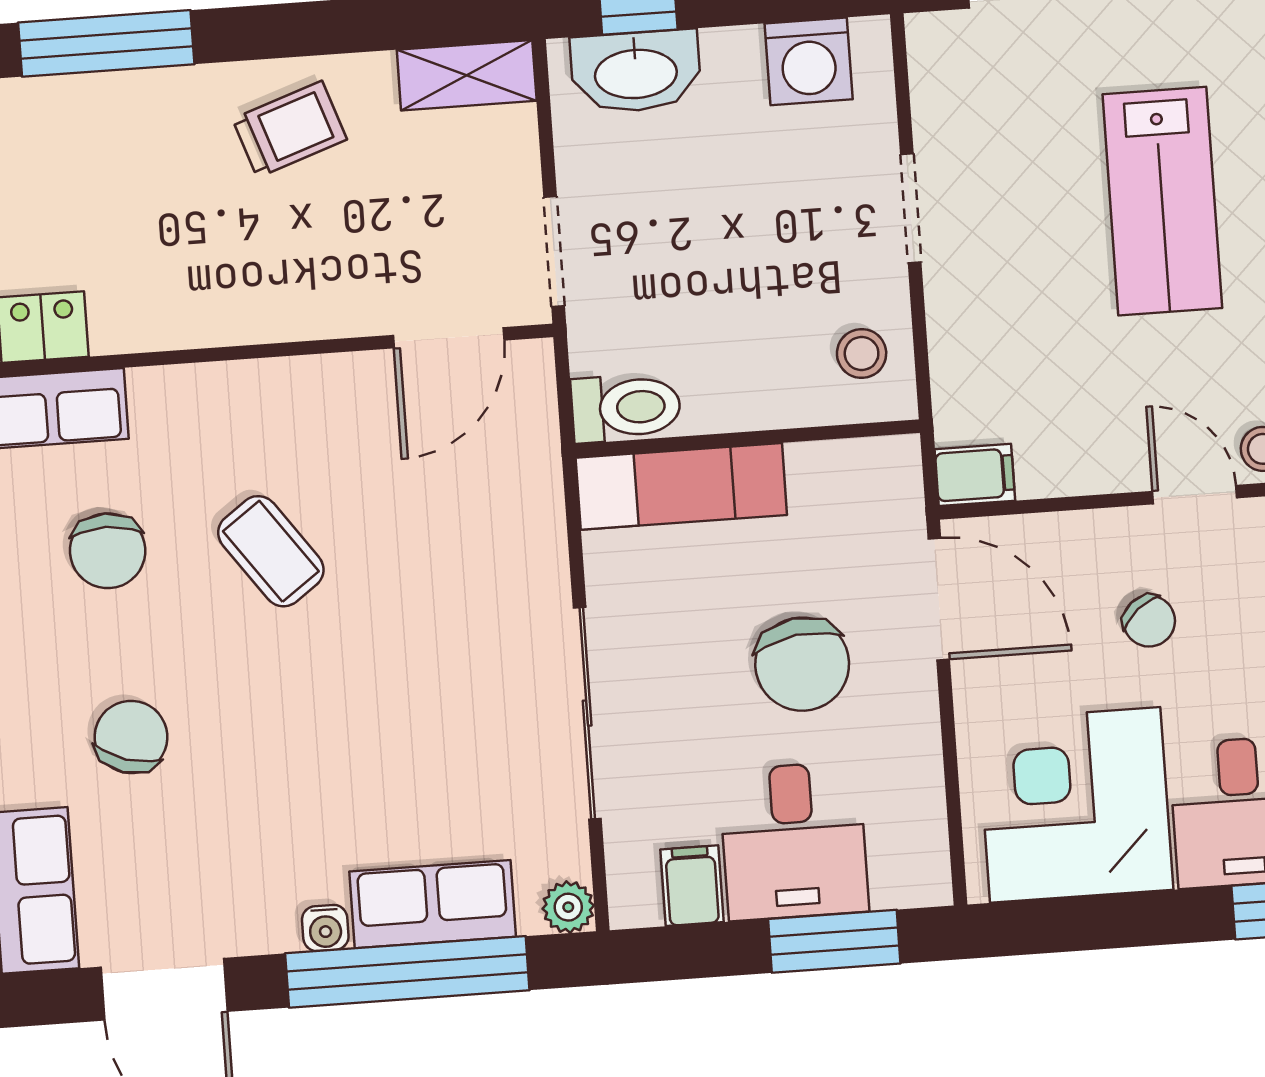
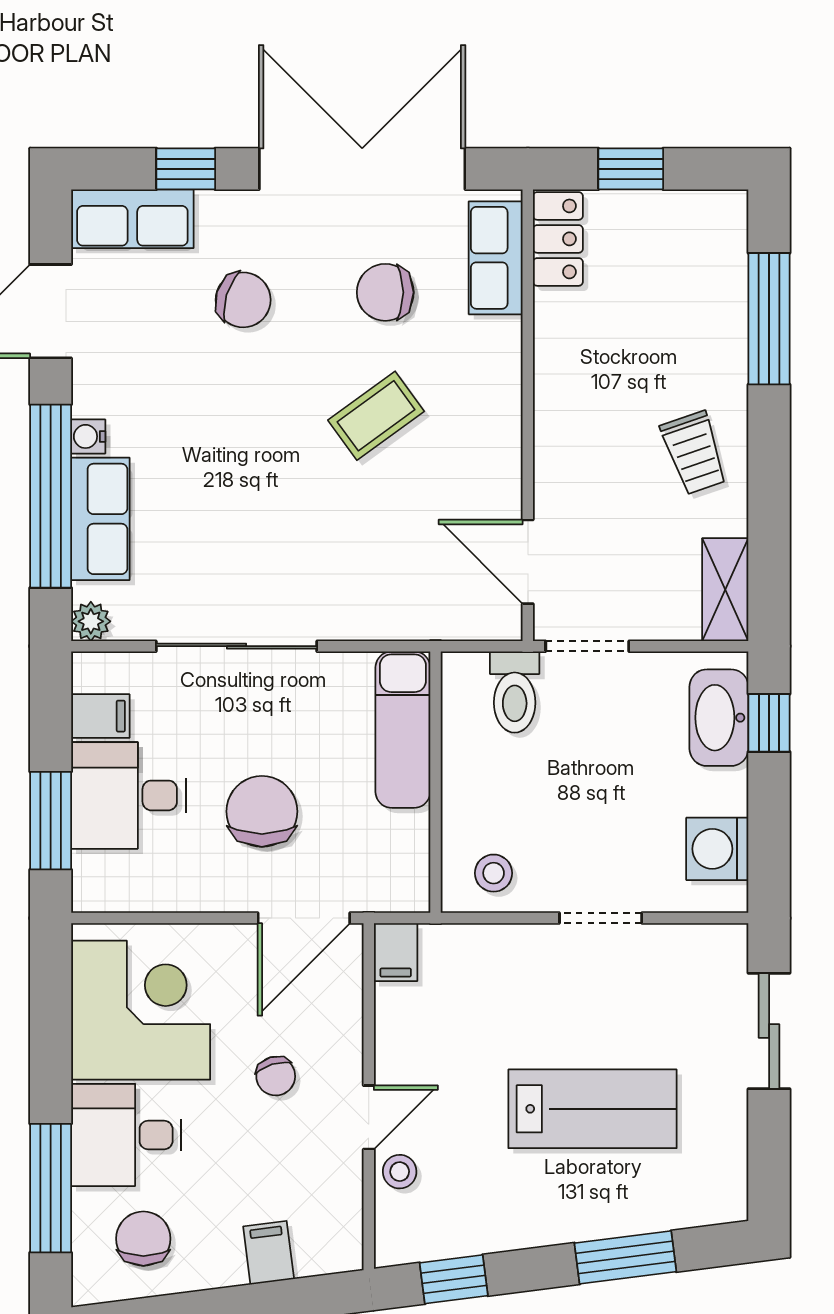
lab bench: (1162, 201) -> (593, 1109), turned 180
toilet: (626, 408) -> (515, 692), moved
chair: (1149, 621) -> (276, 1076), turned -67
chair: (802, 664) -> (262, 811), turned 98

